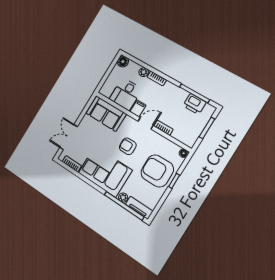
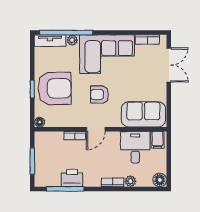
printer: (195, 104) -> (72, 178), moved
filing cabinet: (138, 108) -> (158, 140), moved
armchair: (128, 146) -> (99, 94), turned 180

